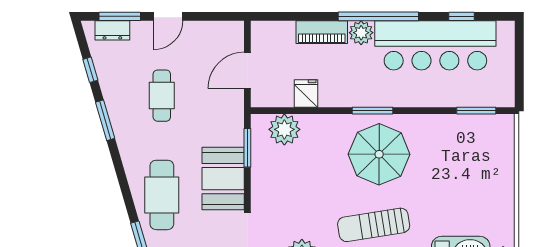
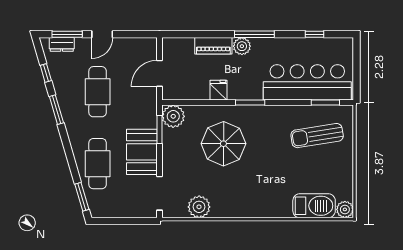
window: (378, 16) -> (254, 34), width x0.68
bar counter: (435, 45) -> (307, 82), moved, turned 180
fridge: (306, 94) -> (219, 90), moved
cafe table: (162, 96) -> (98, 92), width x1.37, depth x1.35
plant: (284, 129) -> (173, 116), moved
parasol: (379, 154) -> (223, 144), moved
sun lounger: (374, 225) -> (317, 136), moved

